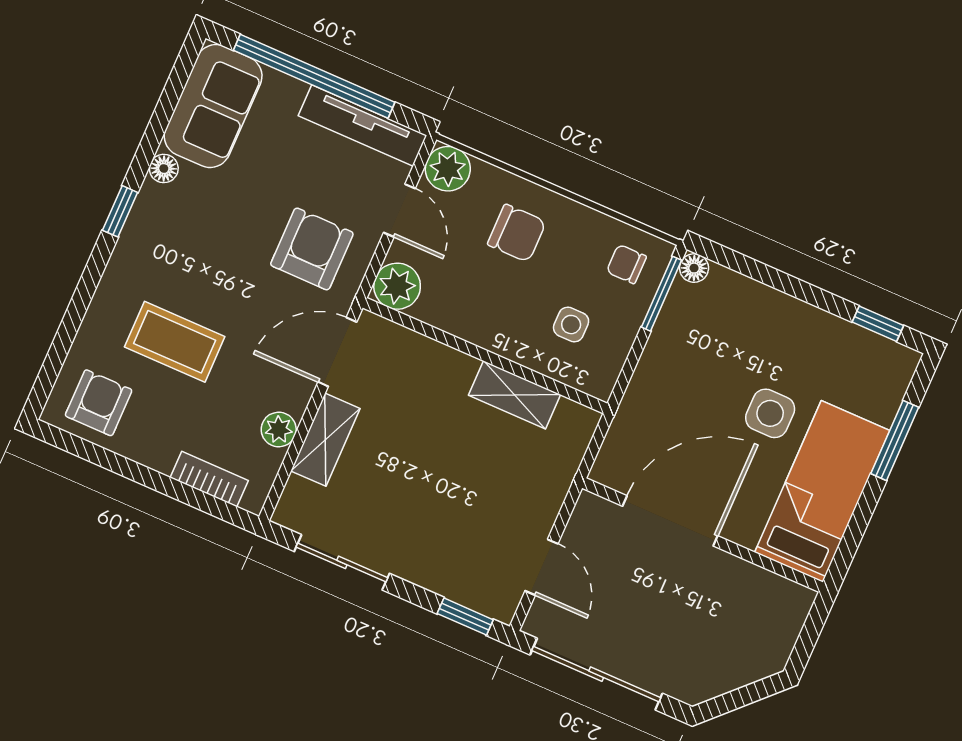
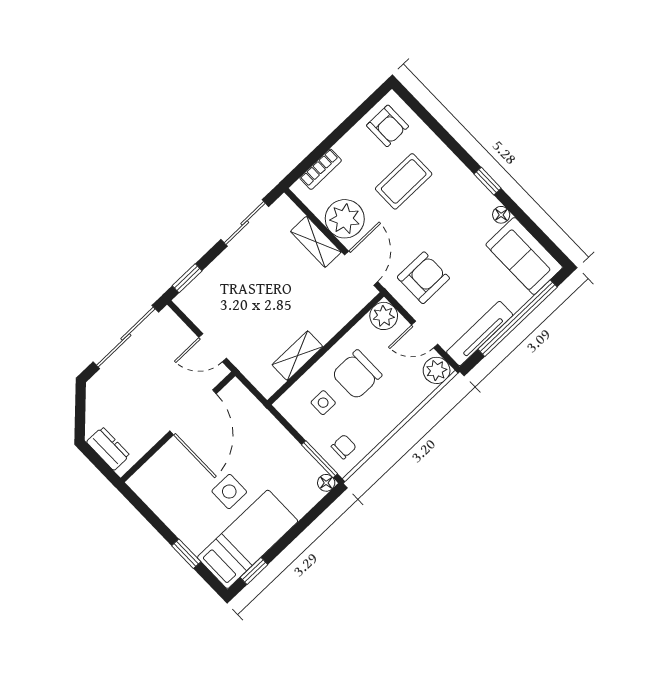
chair: (517, 233) -> (357, 375), moved, width x1.37, depth x1.37
armchair: (312, 249) -> (423, 278), turned -90
plant: (279, 430) -> (345, 219), width x1.88, depth x1.88
window: (895, 440) -> (186, 554), width x0.67
bed: (822, 491) -> (248, 539), moved, turned -90
door: (541, 567) -> (213, 348), moved
dresser: (781, 630) -> (108, 449), added

